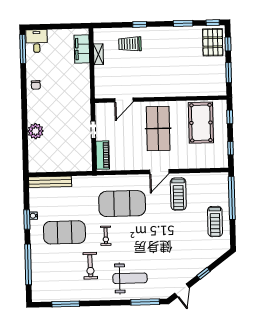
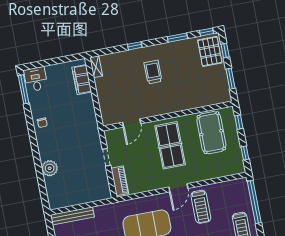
trolley: (130, 44) -> (153, 72), moved, turned 90
shelving: (98, 54) -> (96, 67), moved

